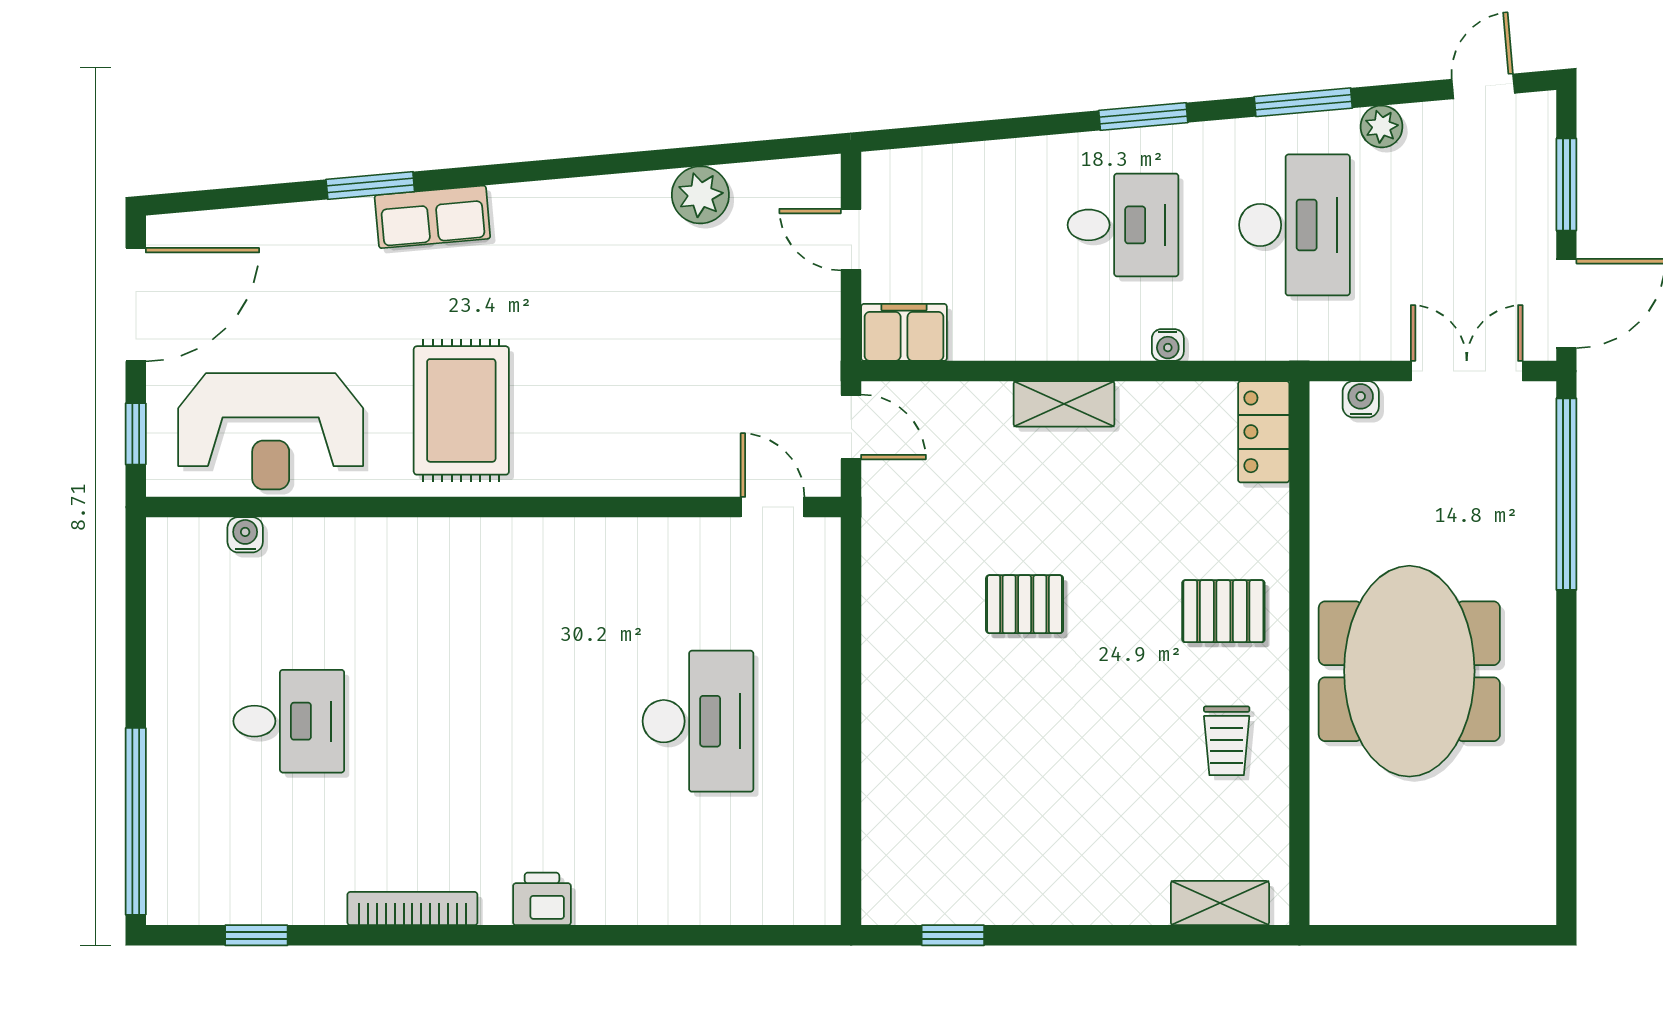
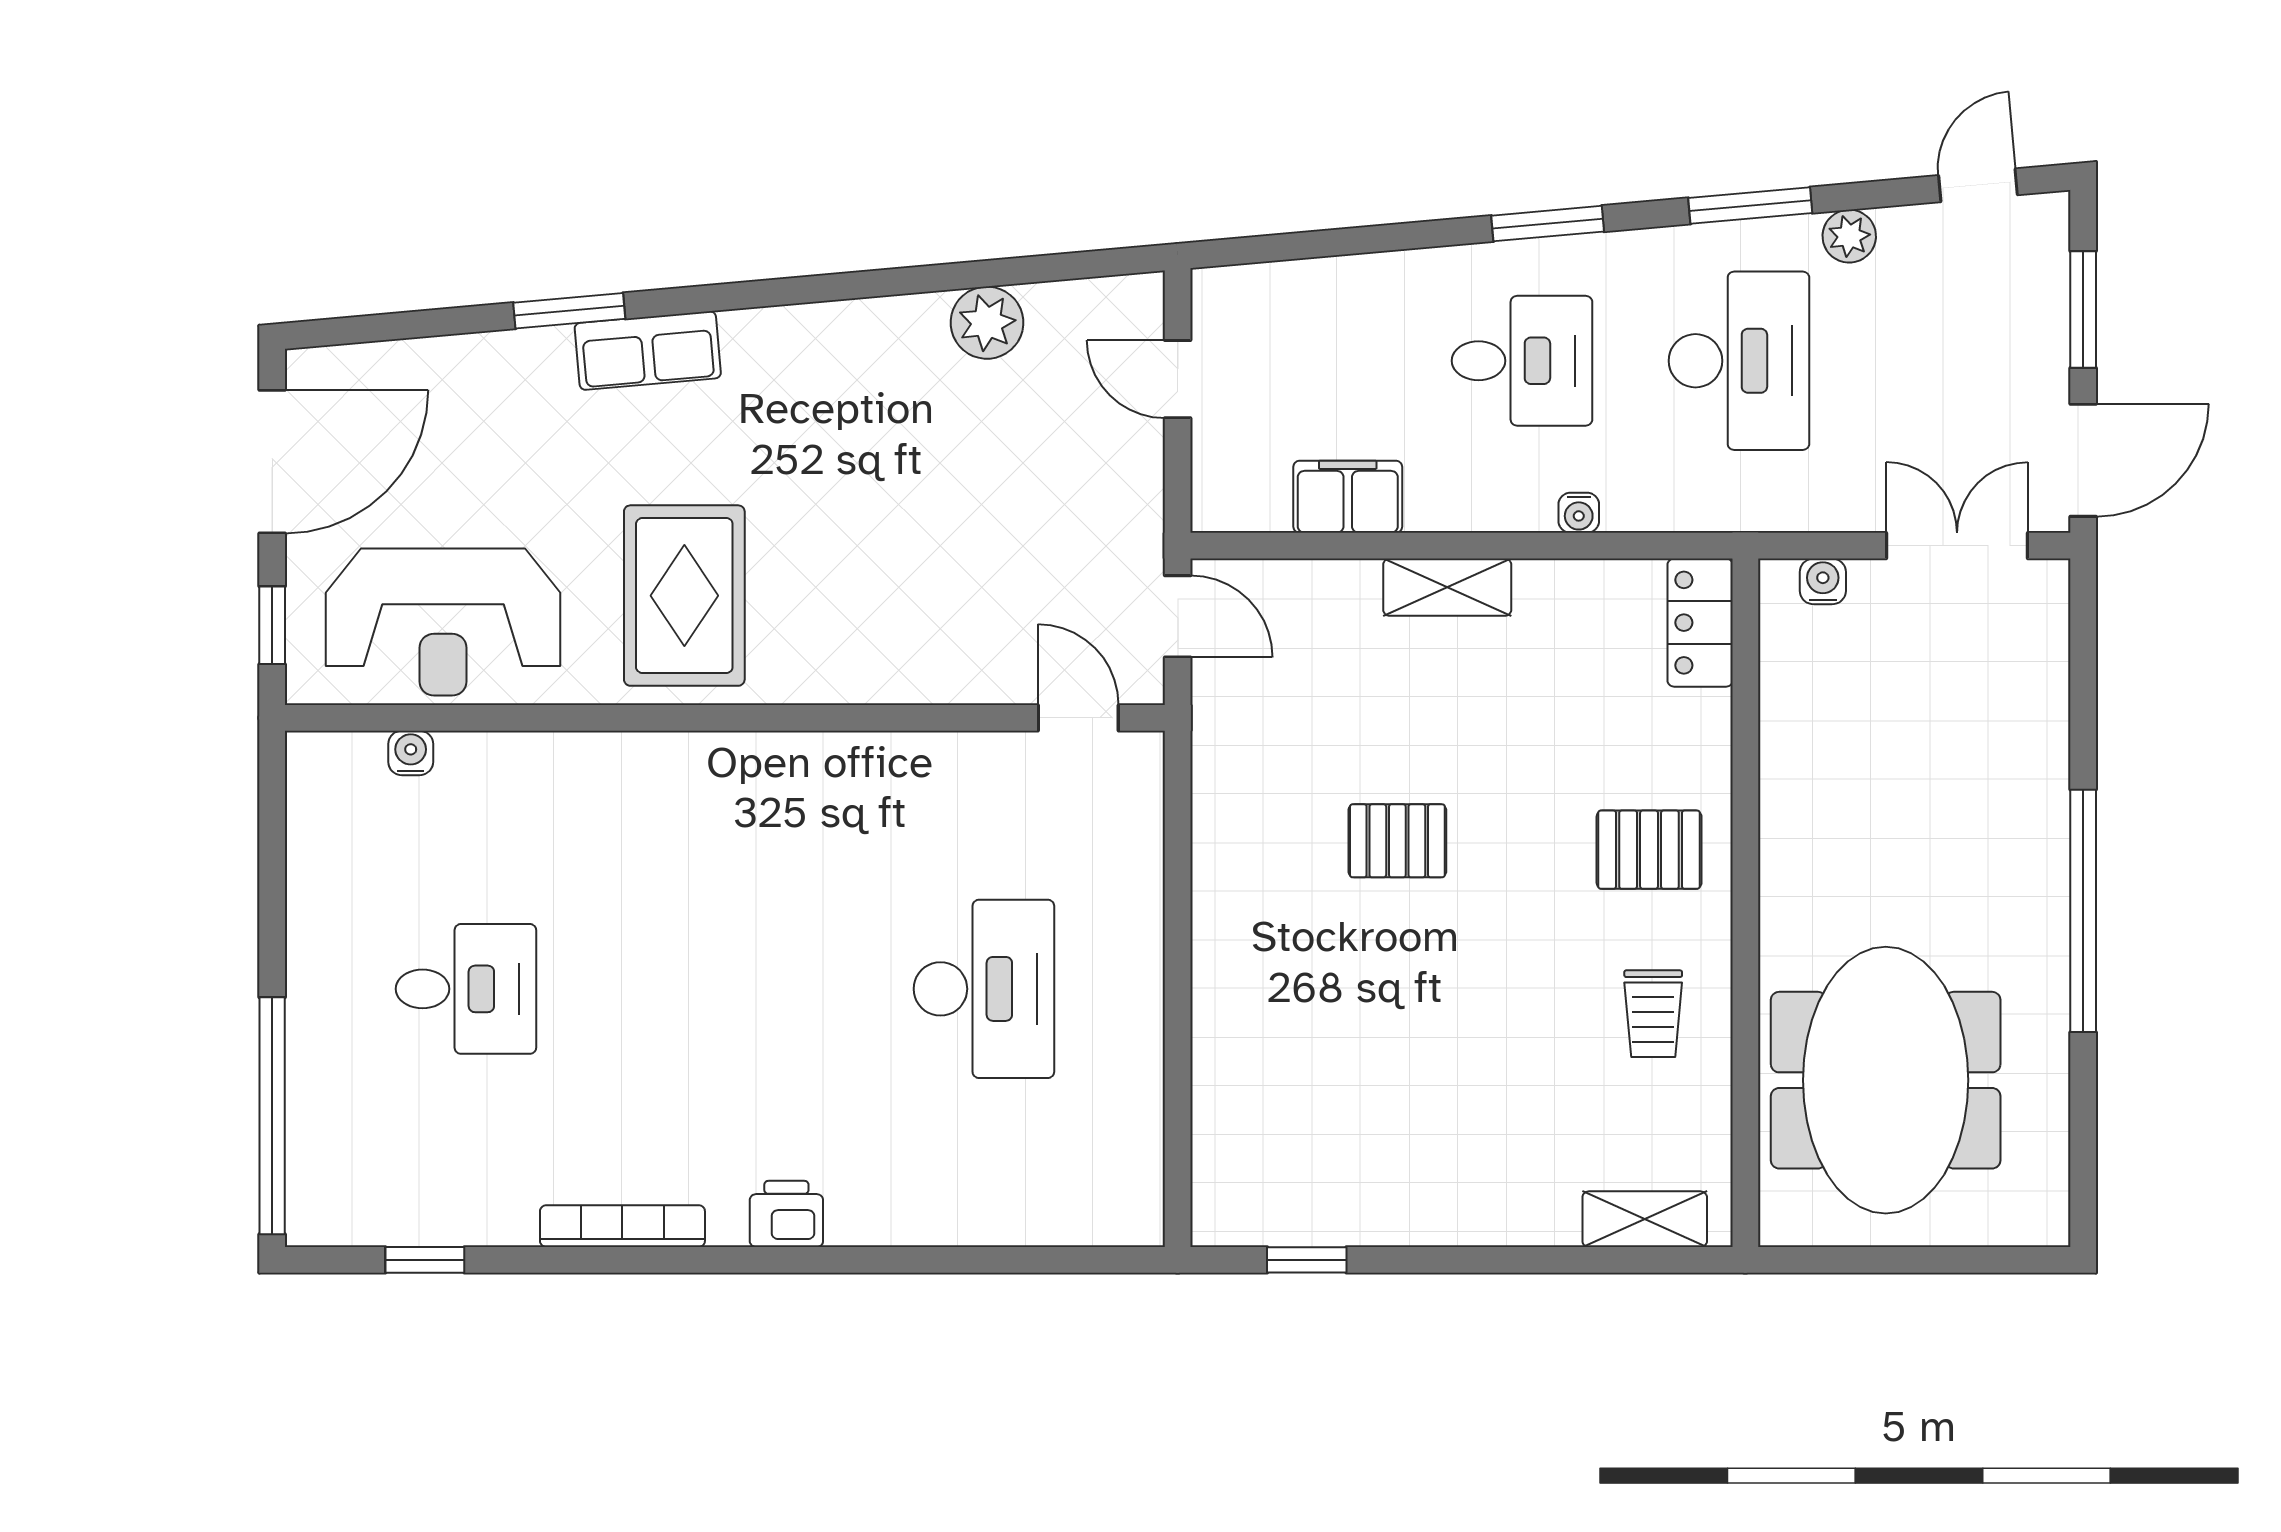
filing cabinet: (904, 332) -> (1348, 497), moved
window: (1566, 494) -> (2083, 911), moved
meeting table: (1409, 671) -> (1886, 1080), moved

